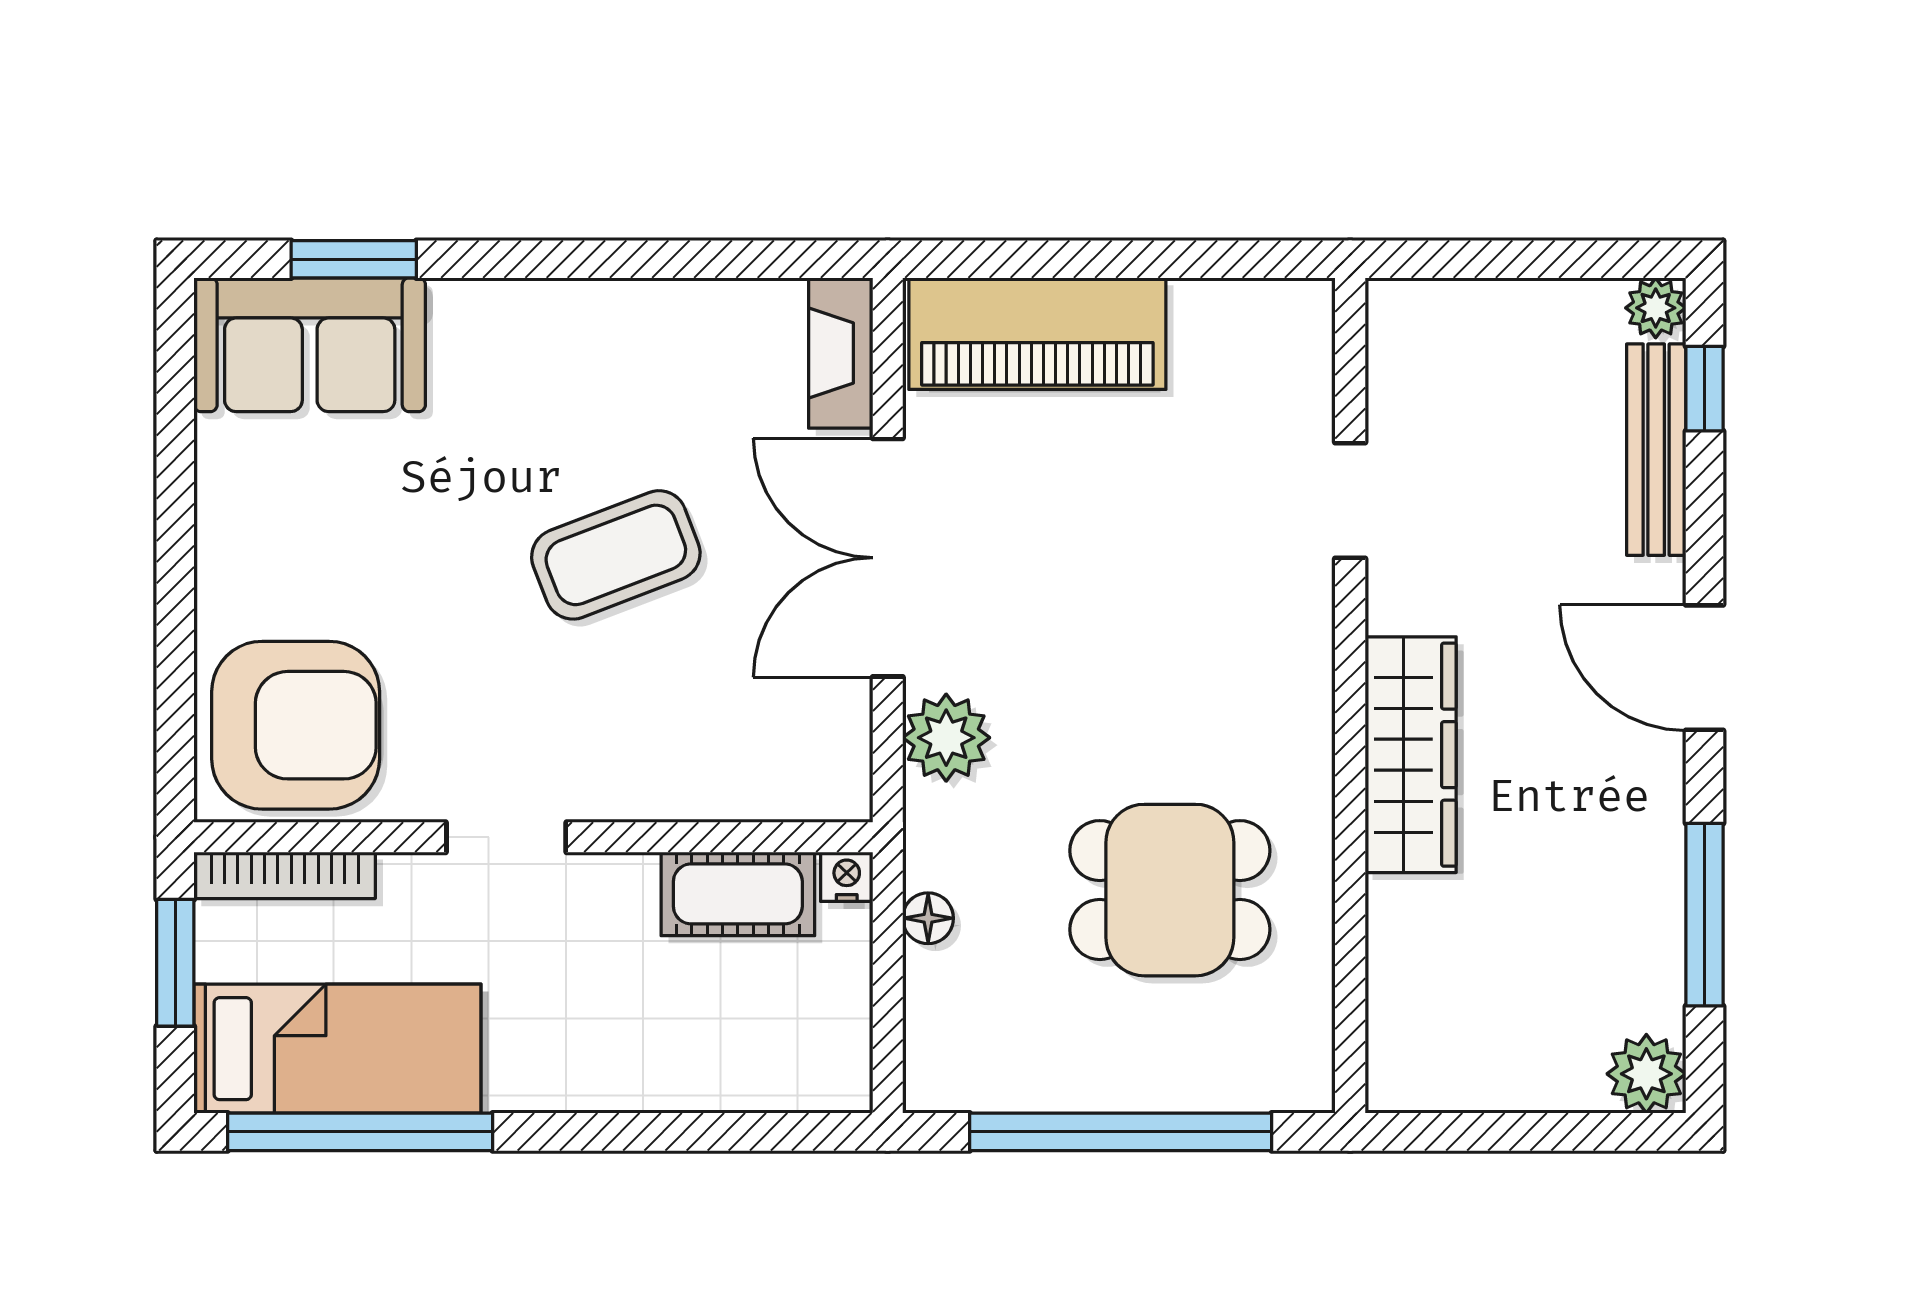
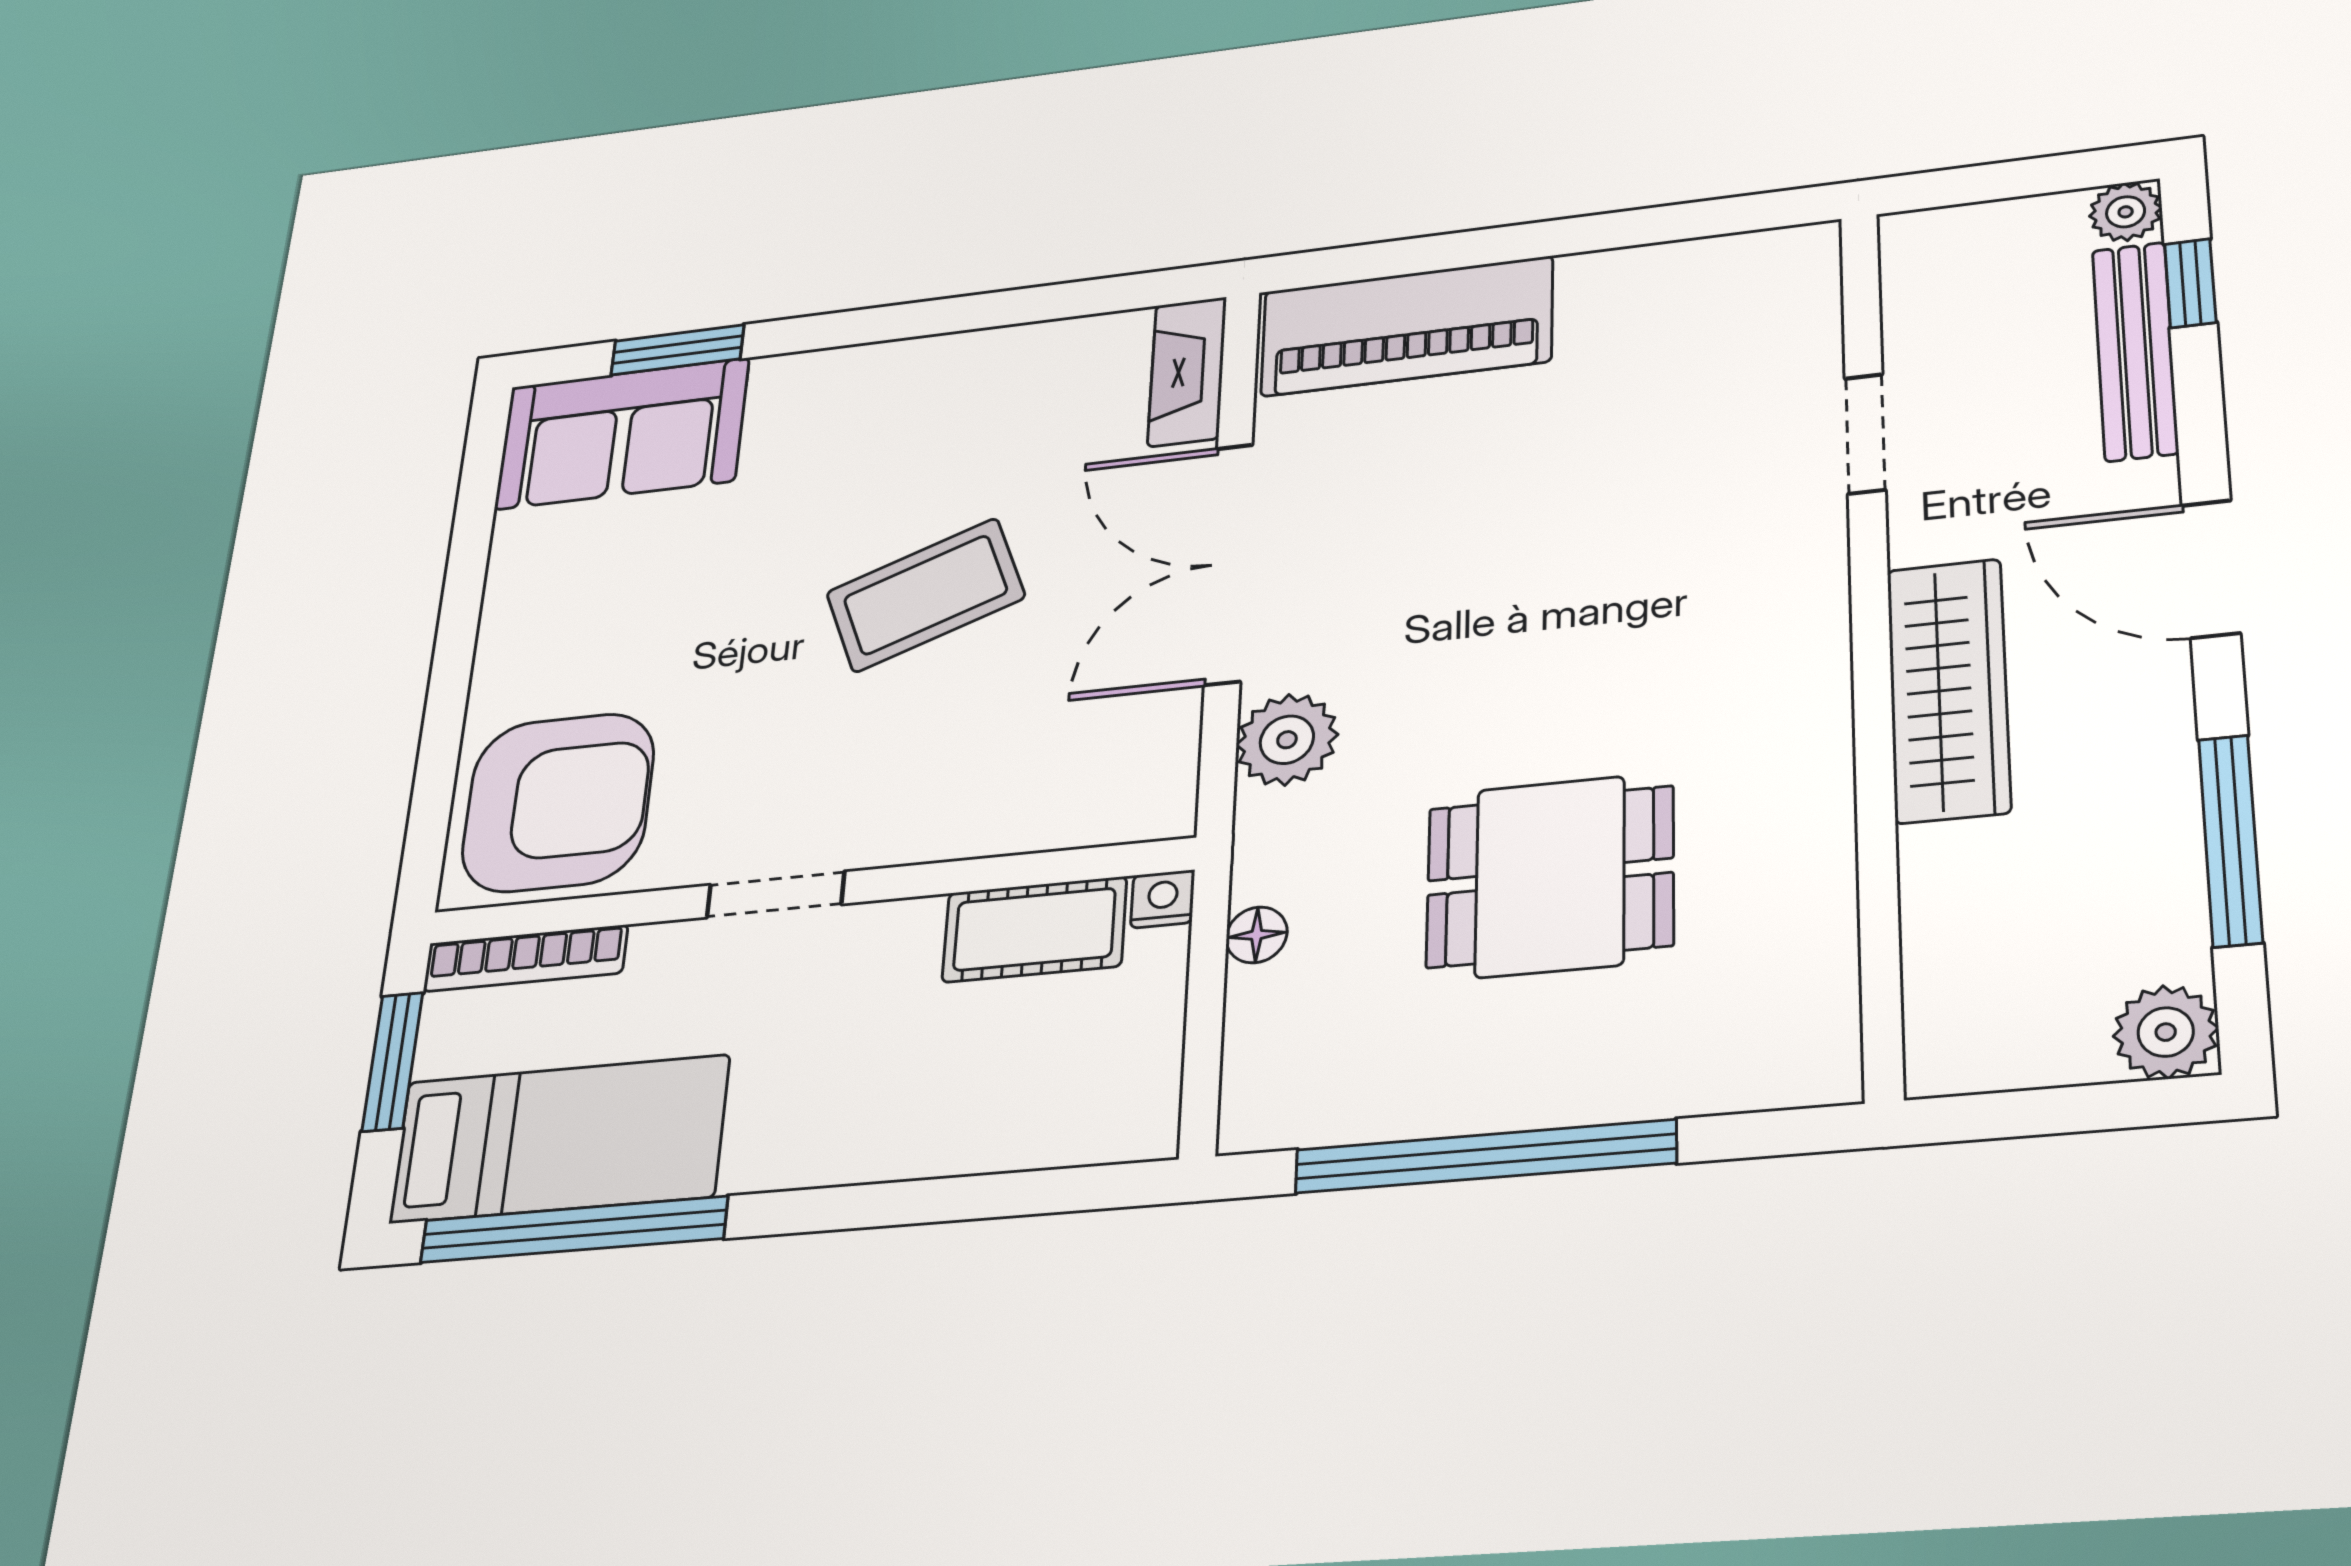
doorway: (1350, 501) -> (1865, 434), moved
wall: (1350, 696) -> (1871, 635), moved
wardrobe: (1411, 755) -> (1948, 690), moved

